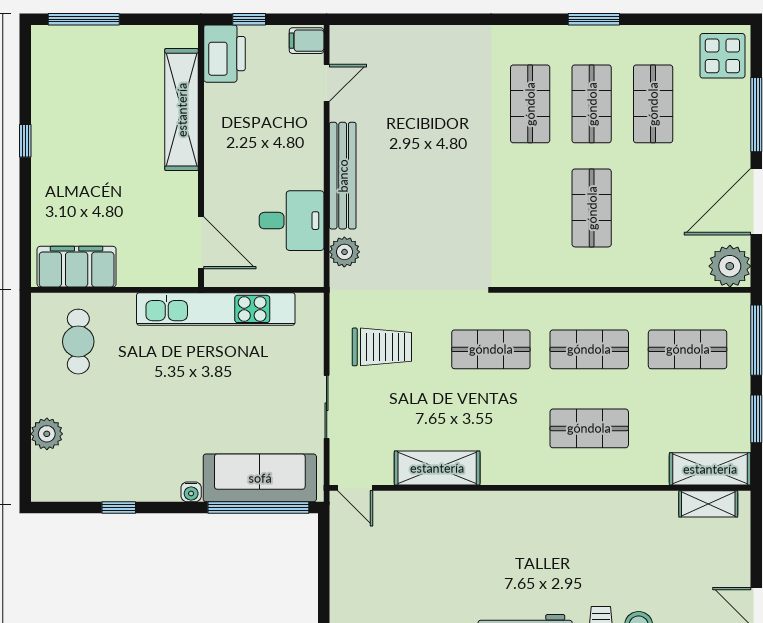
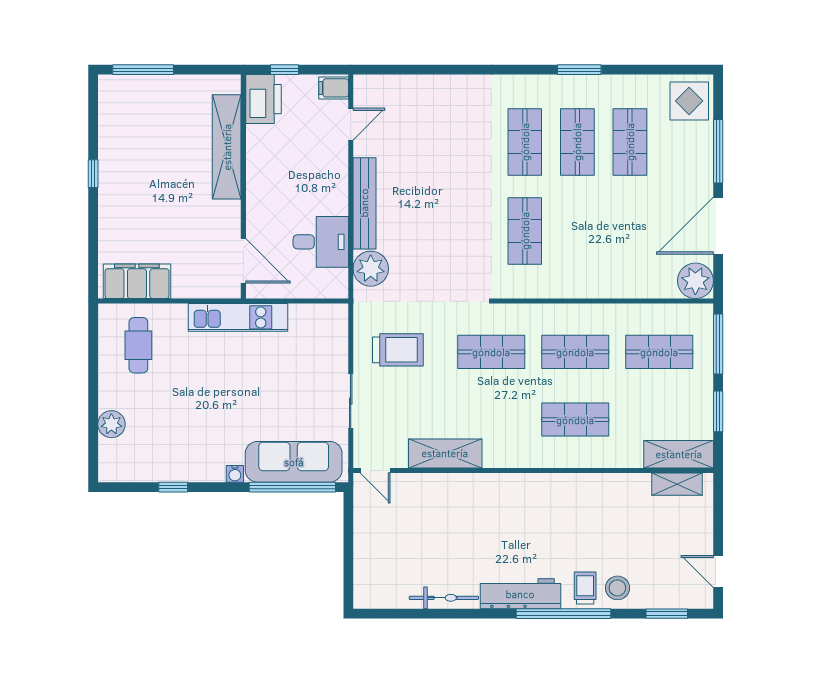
shop shelf: (592, 208) -> (525, 231), moved
plant: (344, 252) -> (371, 269), width x1.36, depth x1.36
kitchen unit: (216, 309) -> (238, 317), width x0.73

